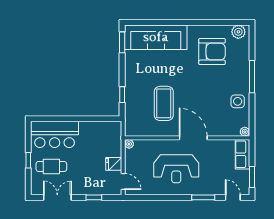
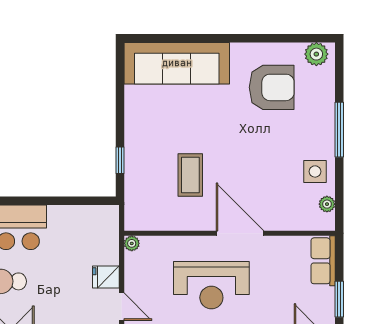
window: (122, 42) -> (120, 72), removed
coffee table: (164, 103) -> (190, 175), width x0.73, depth x0.76
plant: (245, 132) -> (327, 204), moved

